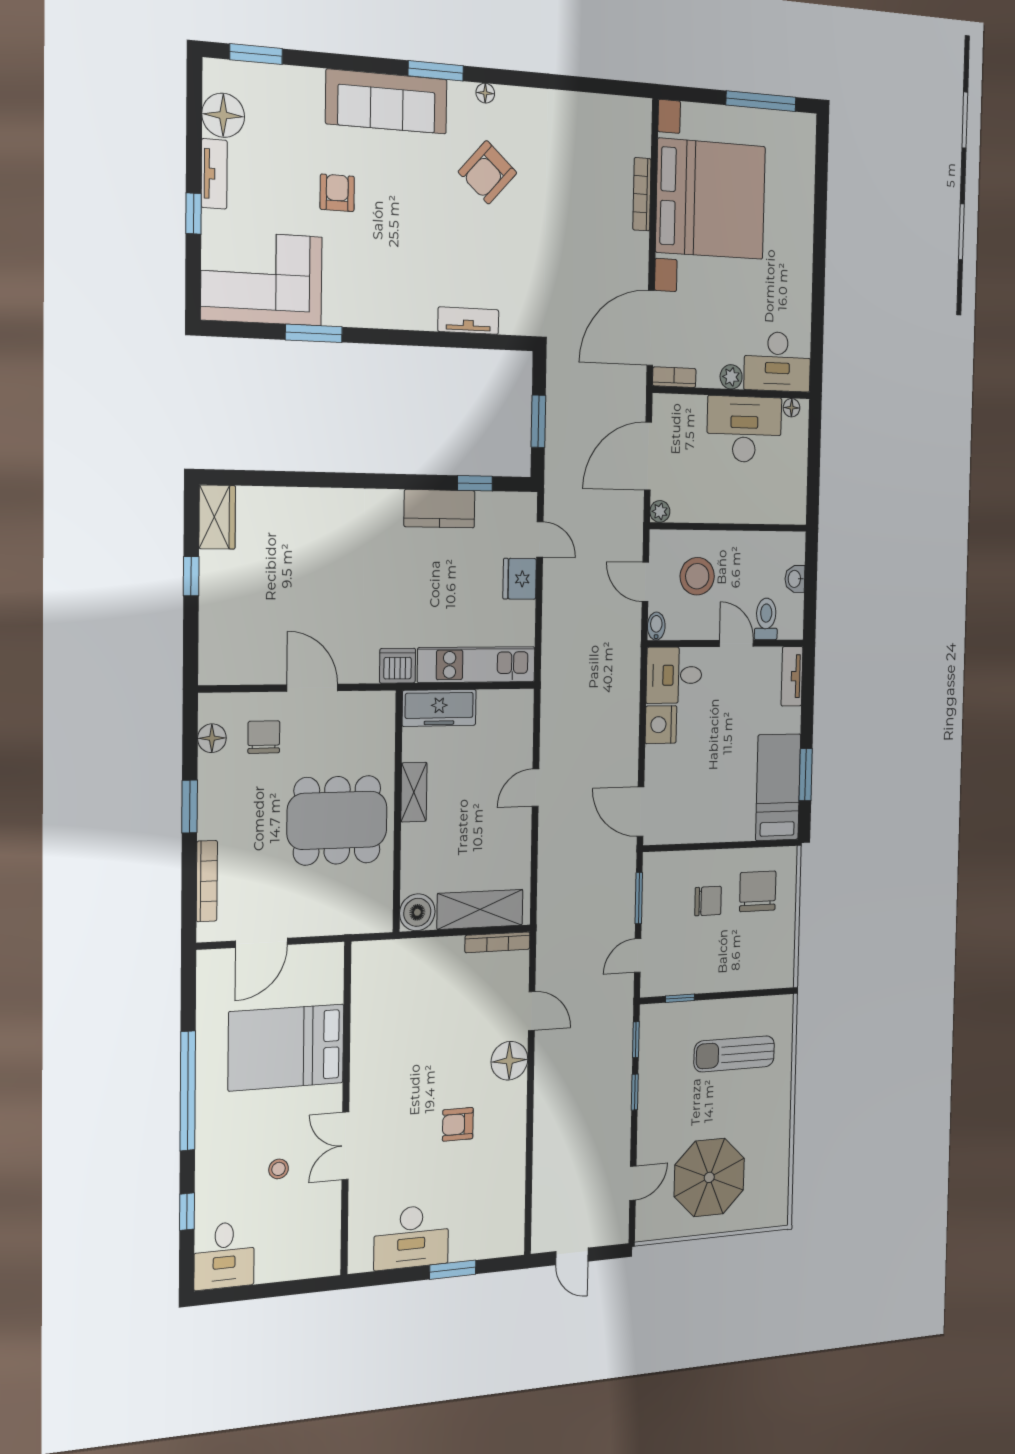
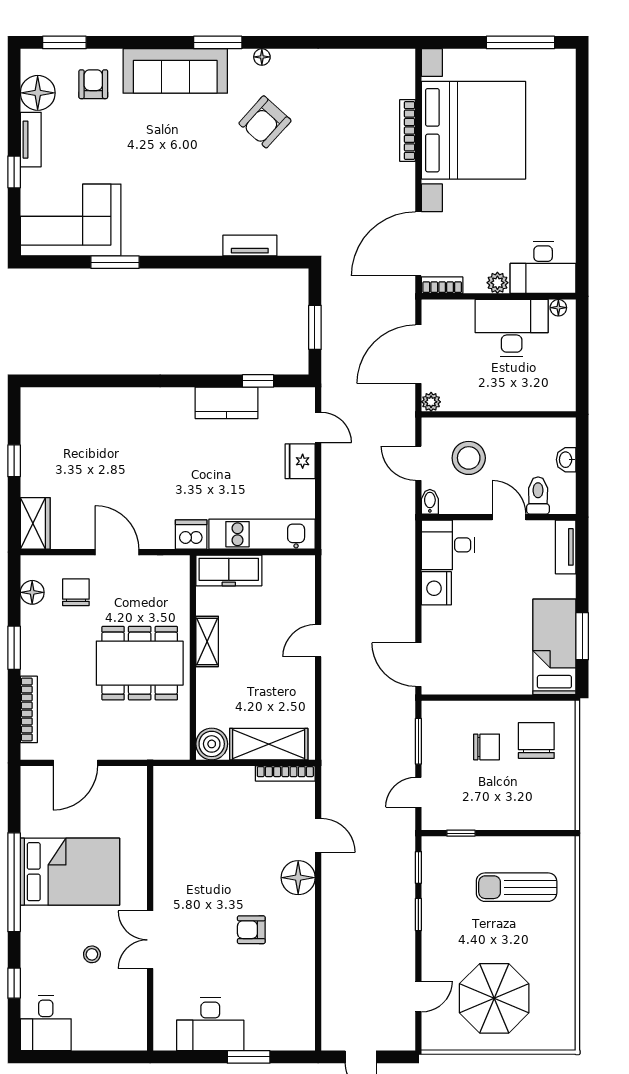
armchair: (337, 193) -> (93, 84), moved
wardrobe: (217, 517) -> (35, 523), moved
bed: (286, 1047) -> (70, 872), moved, turned 180

